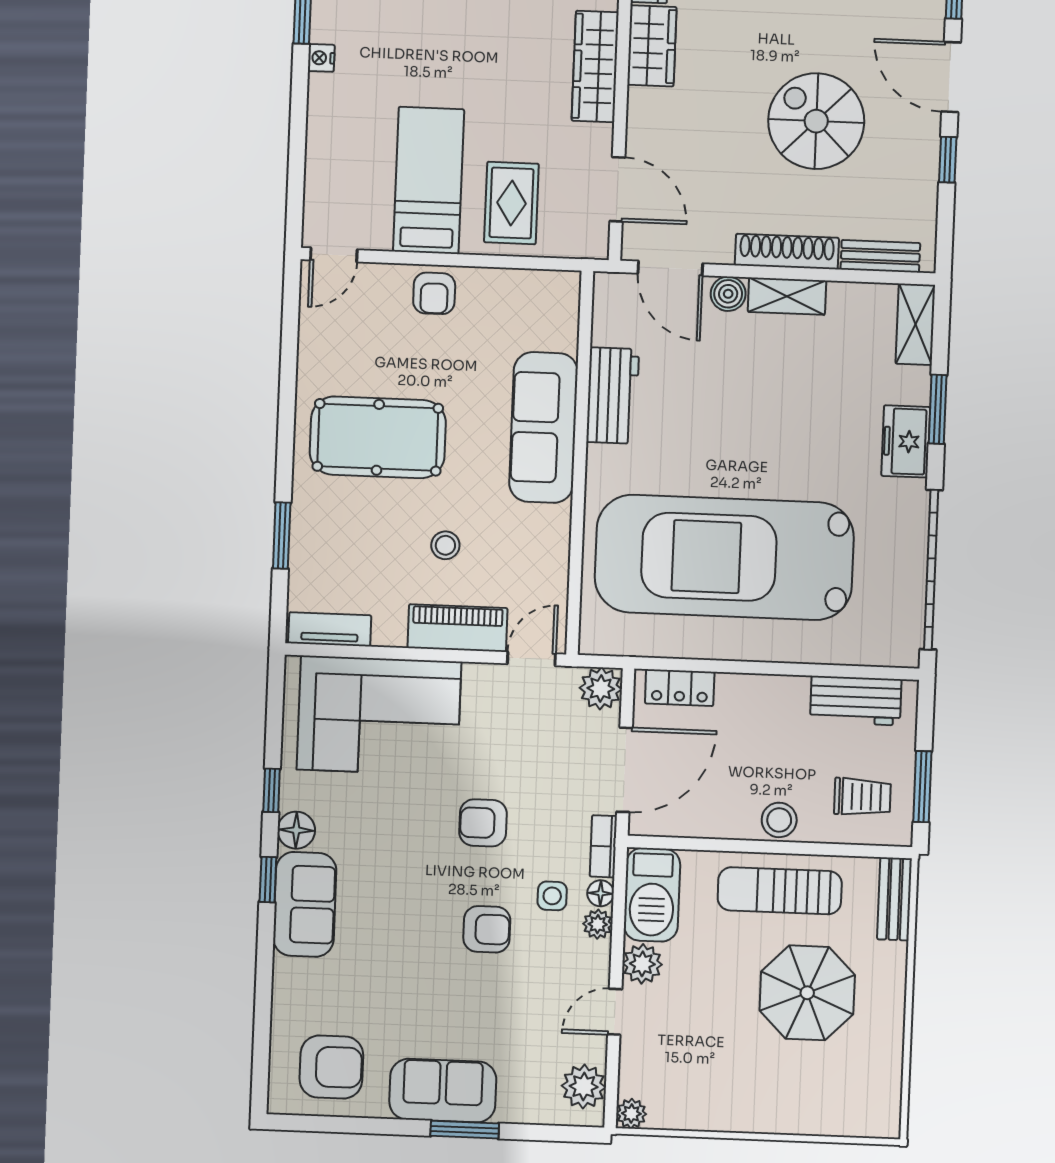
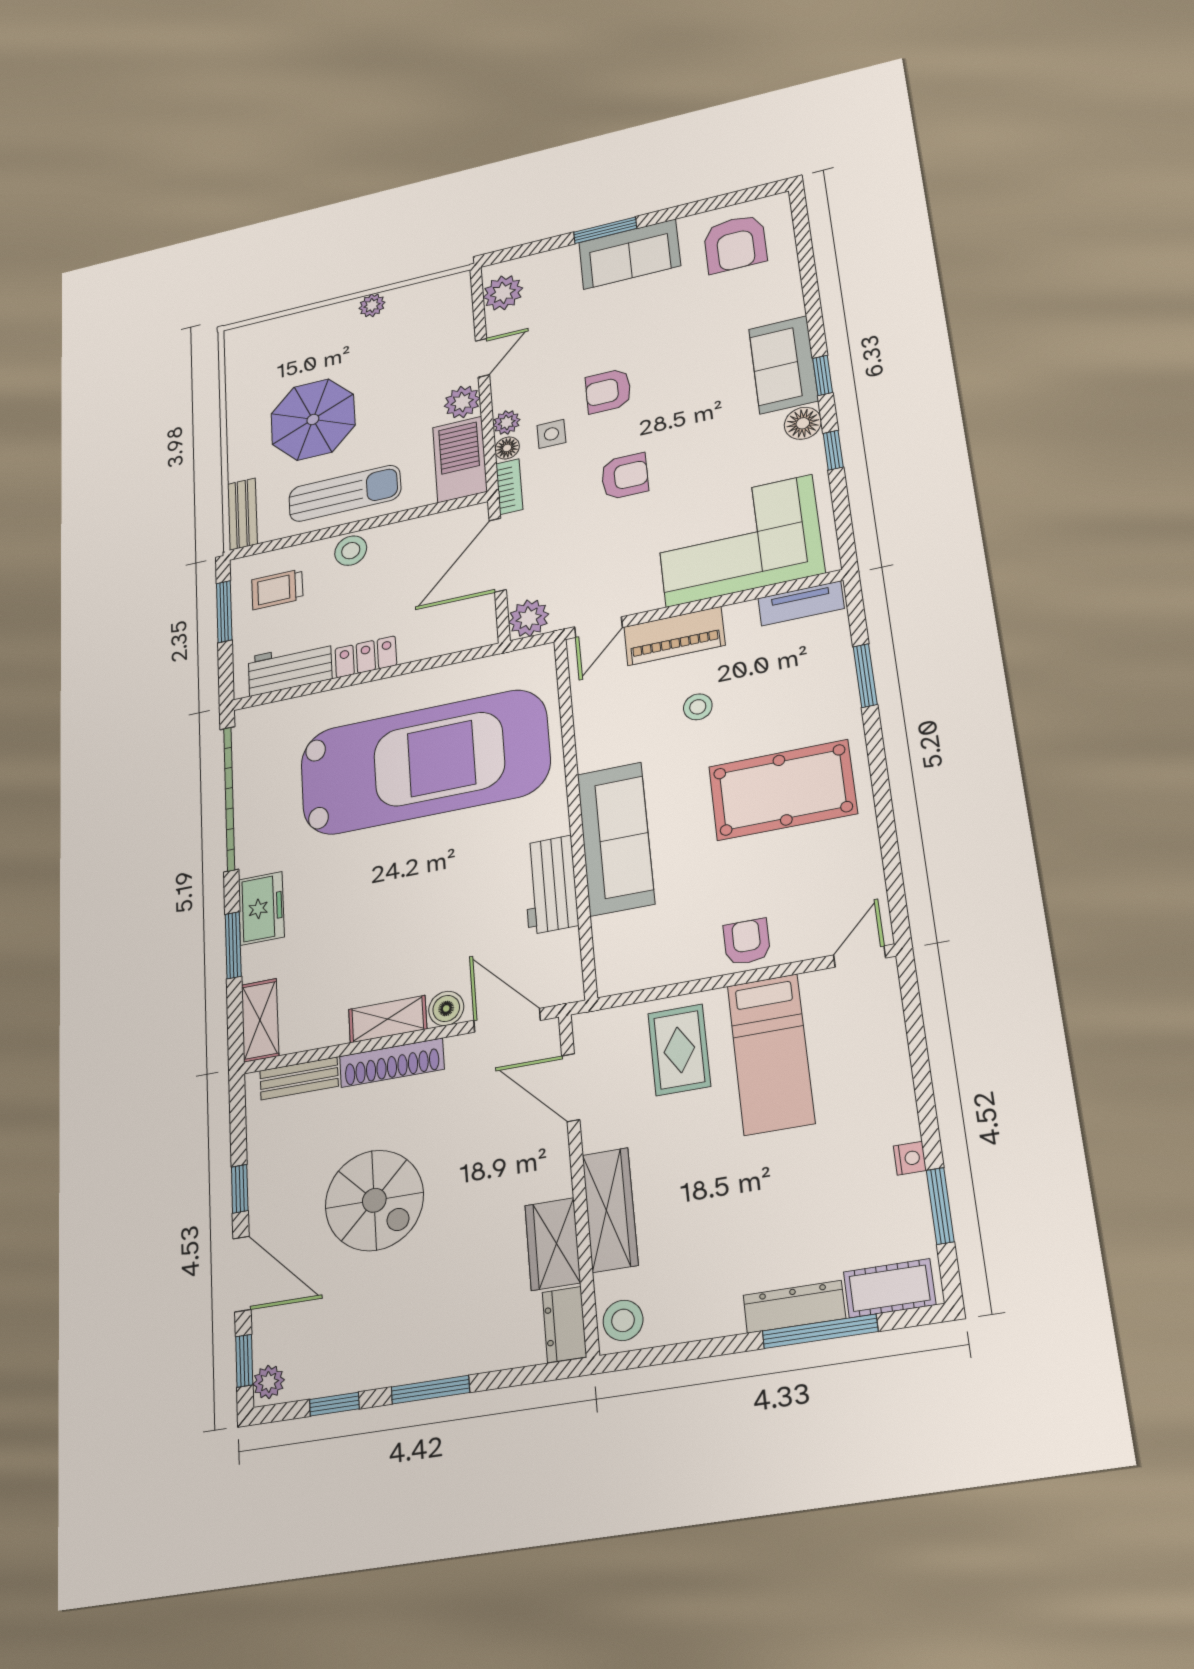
locker: (680, 688) -> (366, 657), moved
armchair: (331, 1067) -> (735, 244), turned -90
plant: (631, 1114) -> (372, 305), moved

